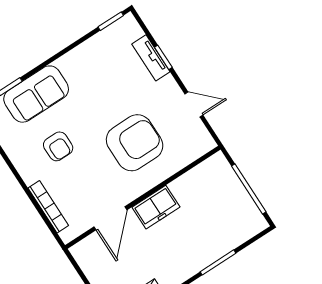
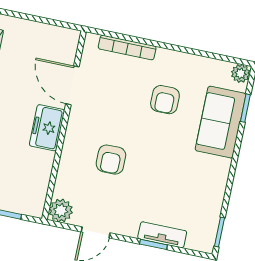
plant: (202, 142) -> (61, 211), added
armchair: (135, 143) -> (111, 160), width x0.53, depth x0.53
armchair: (58, 146) -> (165, 100), turned -90

